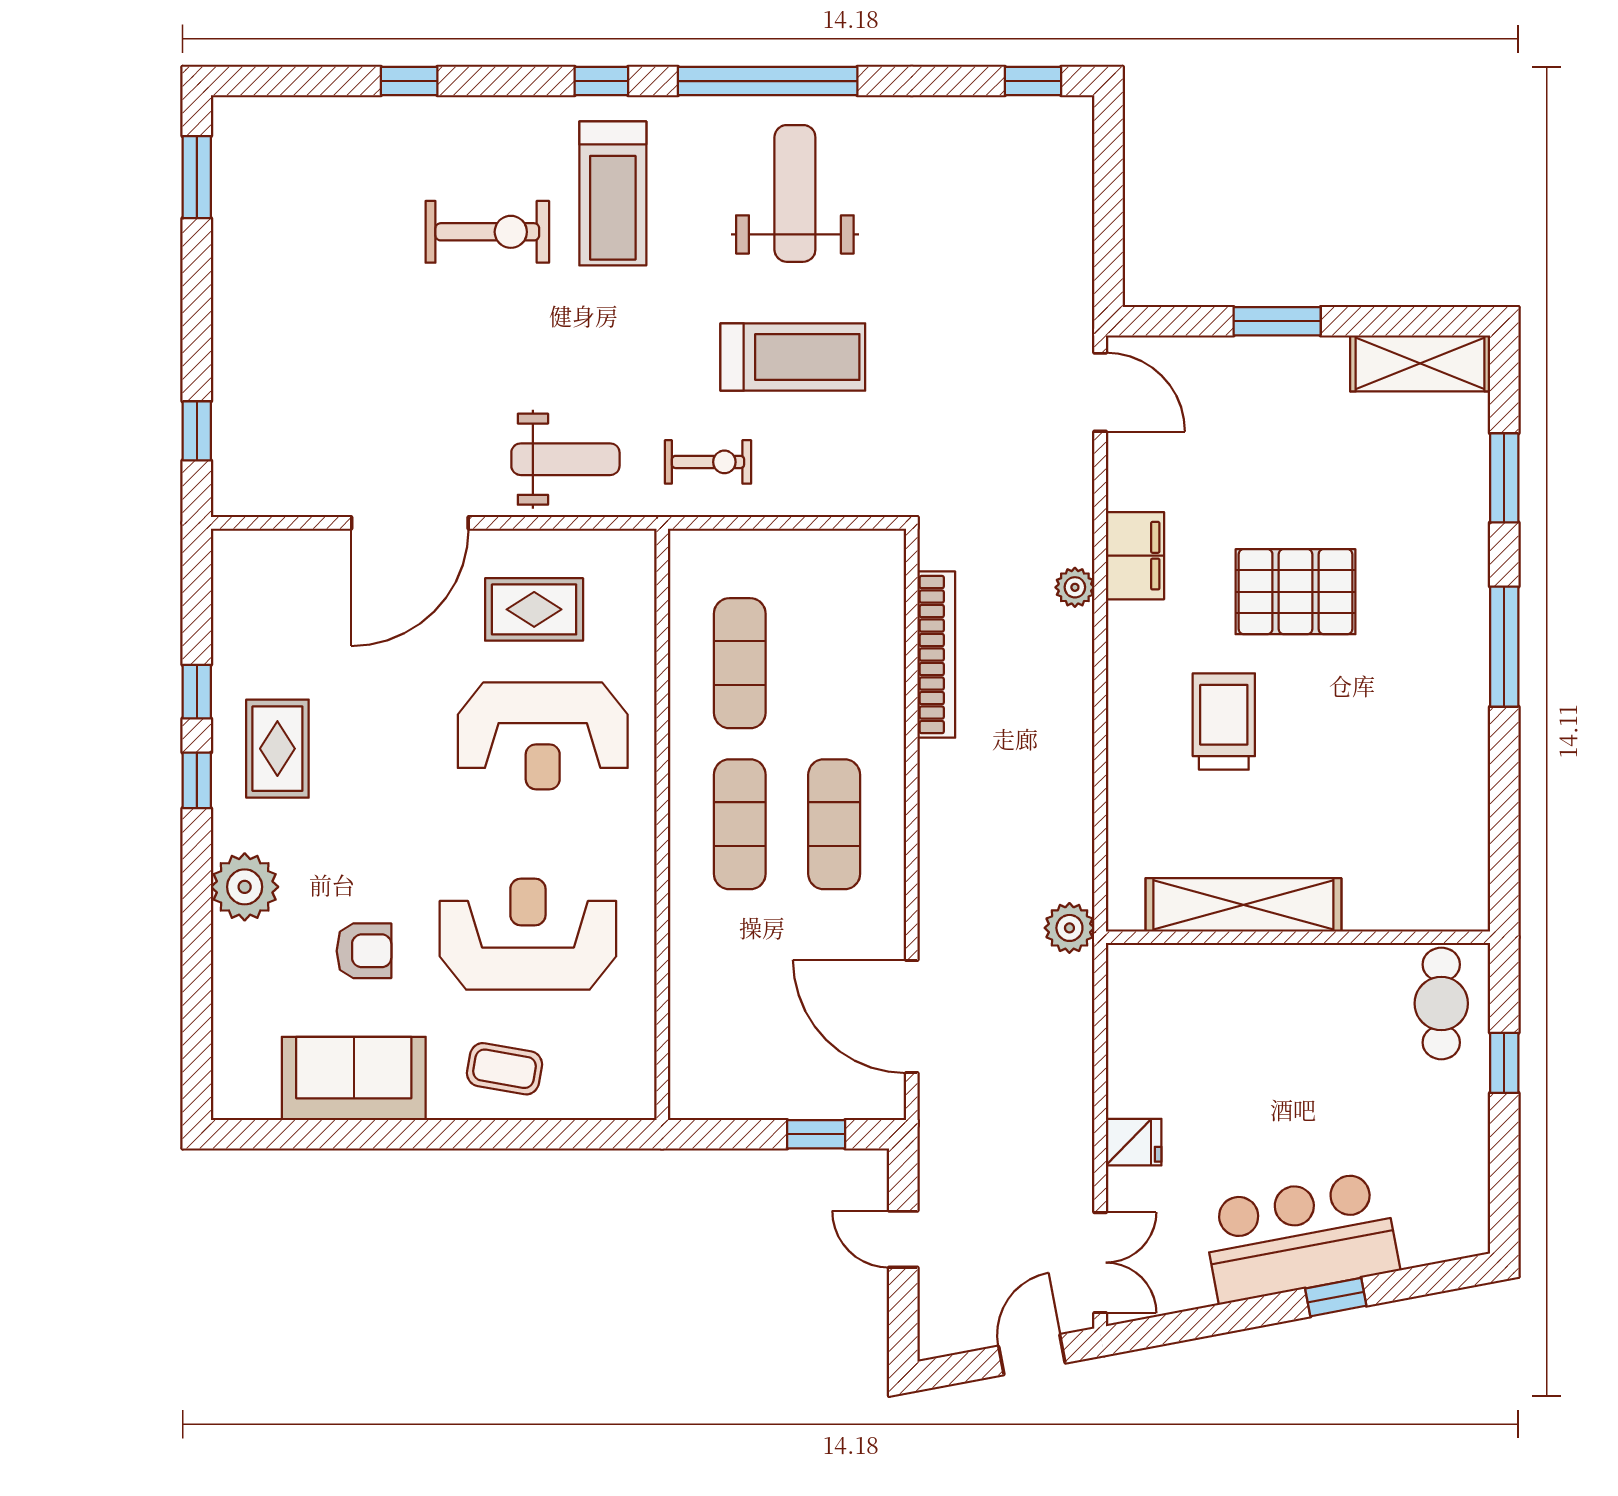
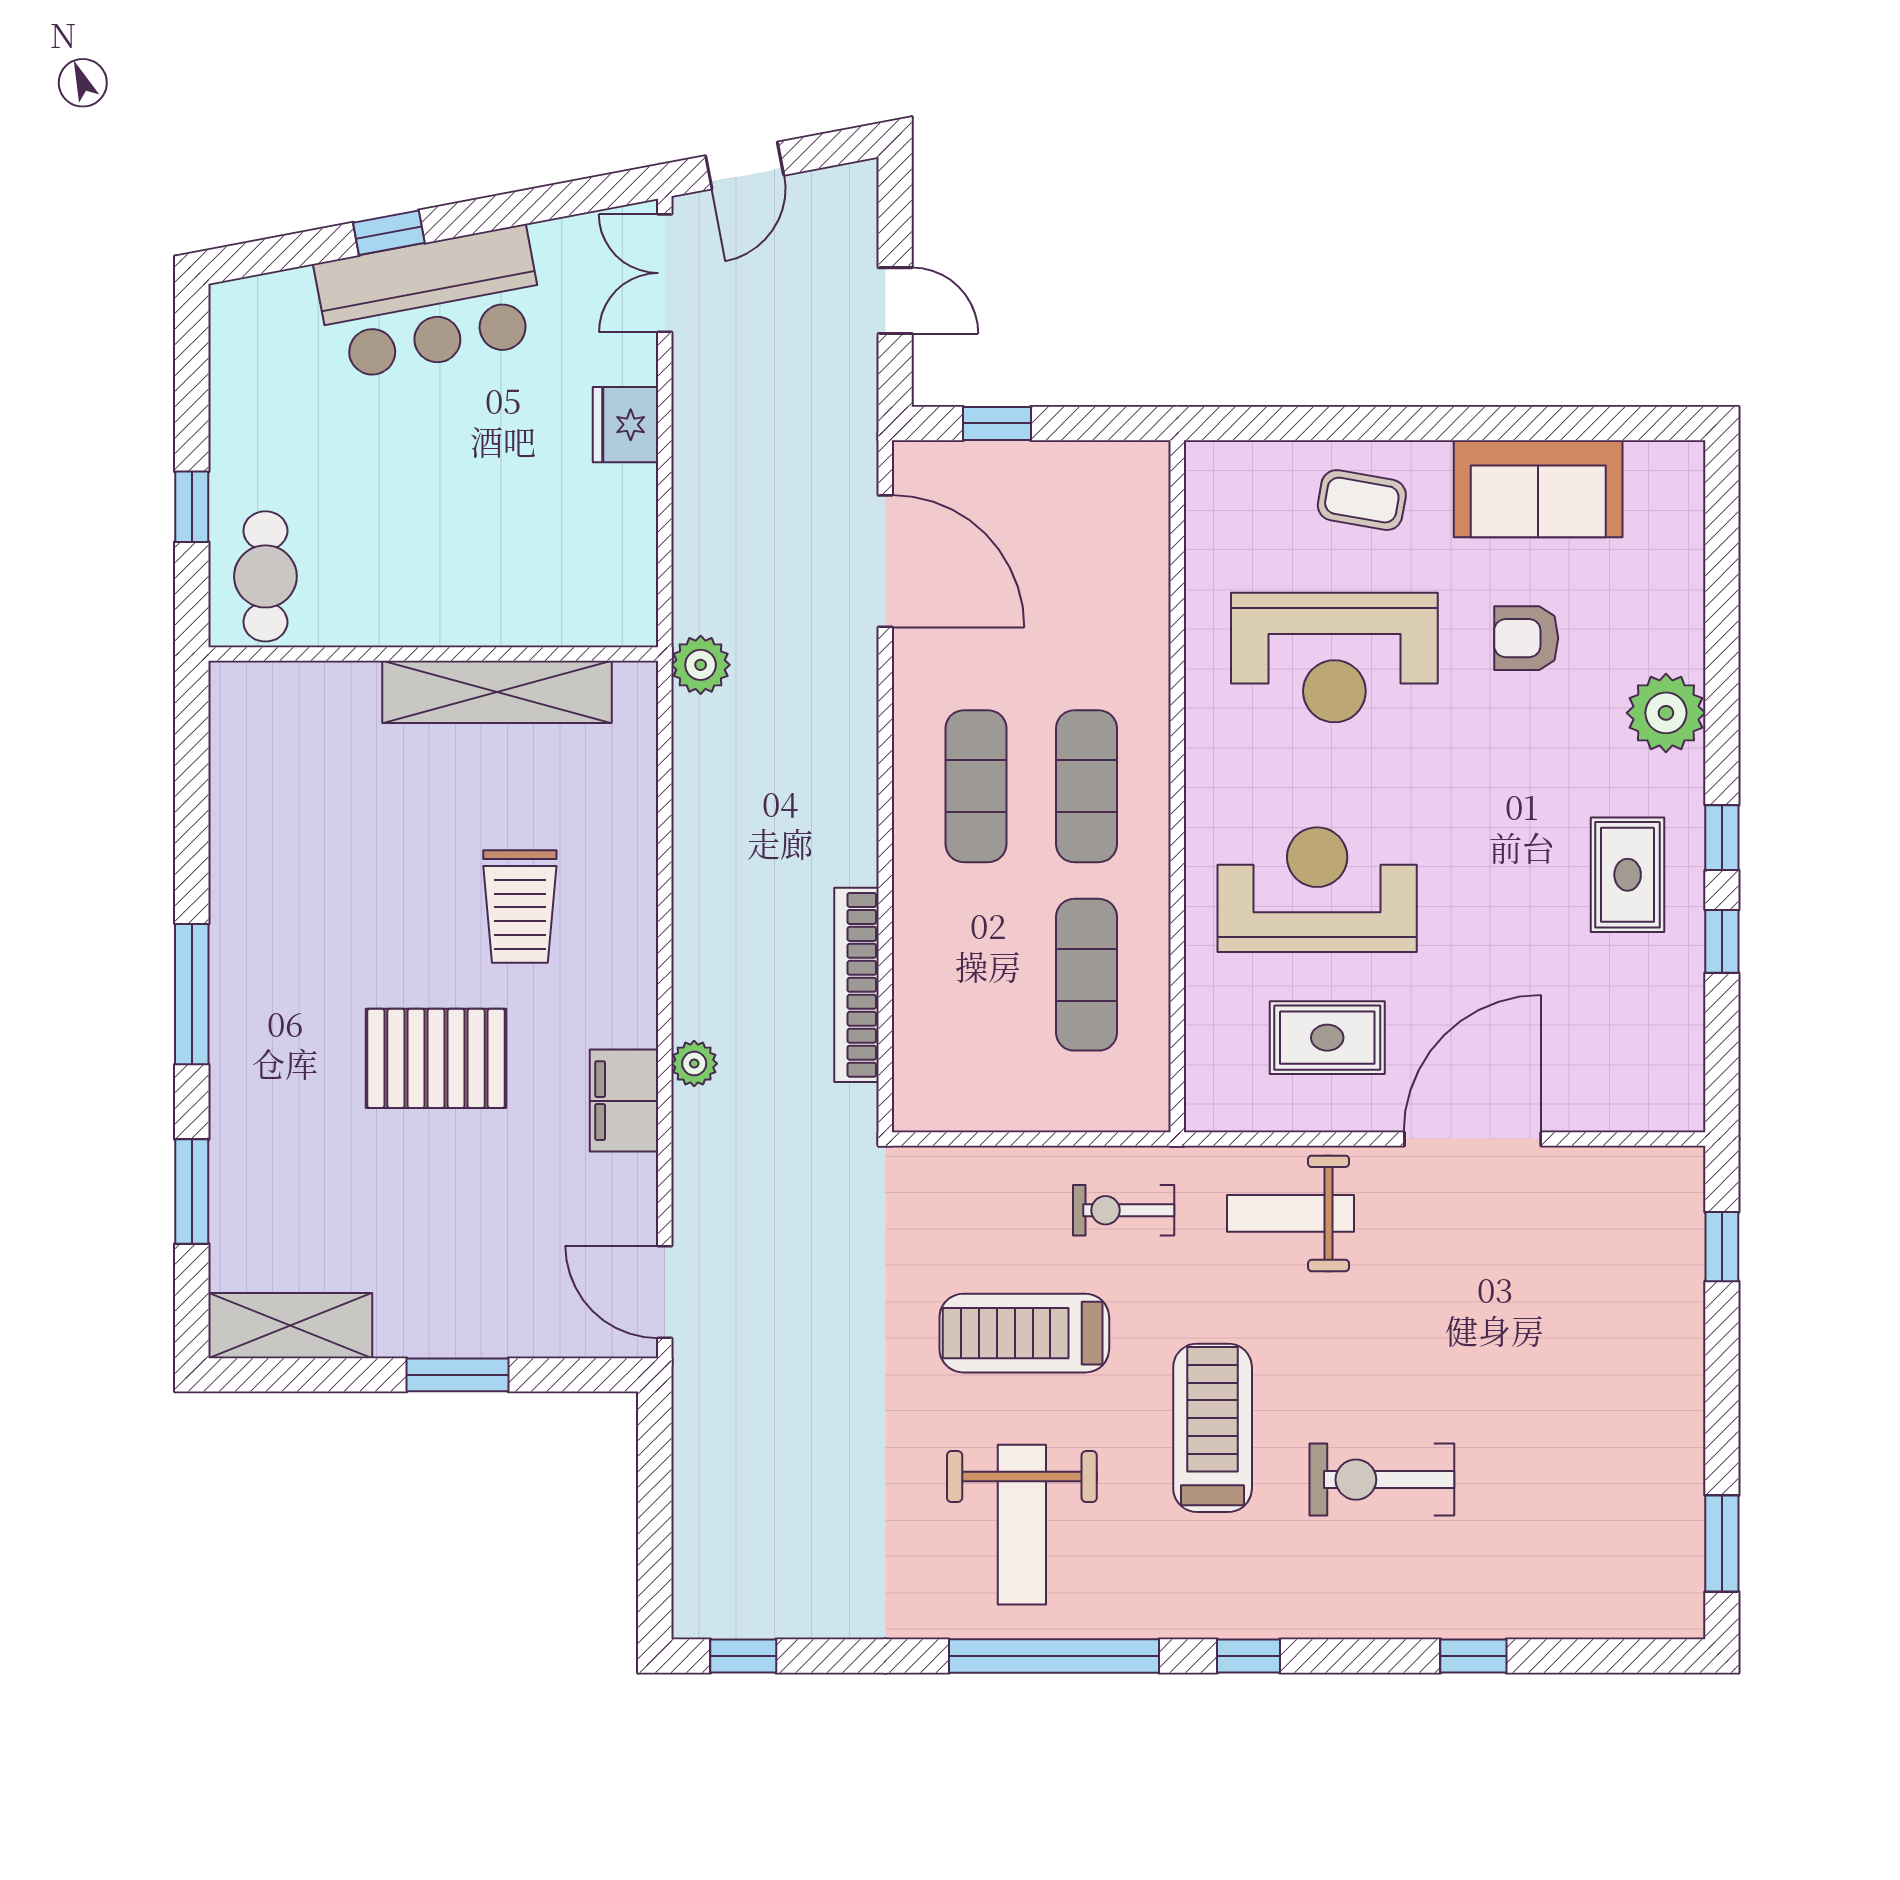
treadmill: (613, 193) -> (1213, 1428), moved
fridge: (1134, 1142) -> (625, 425), width x1.38

